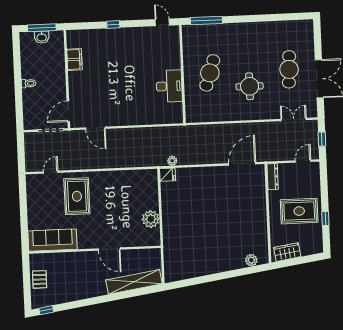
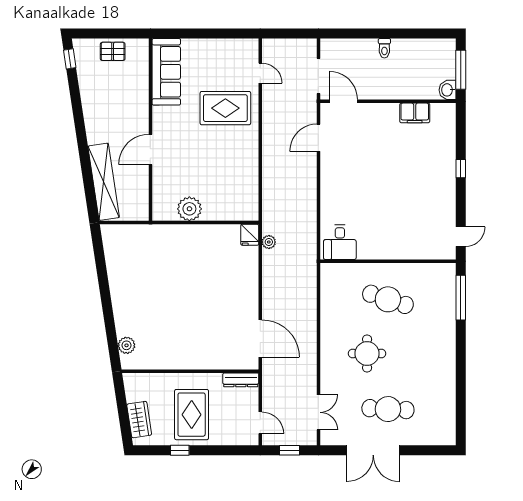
washbasin: (42, 37) -> (448, 90), moved
desk: (169, 86) -> (340, 242), moved, width x0.73
wardrobe: (287, 252) -> (139, 420), moved

